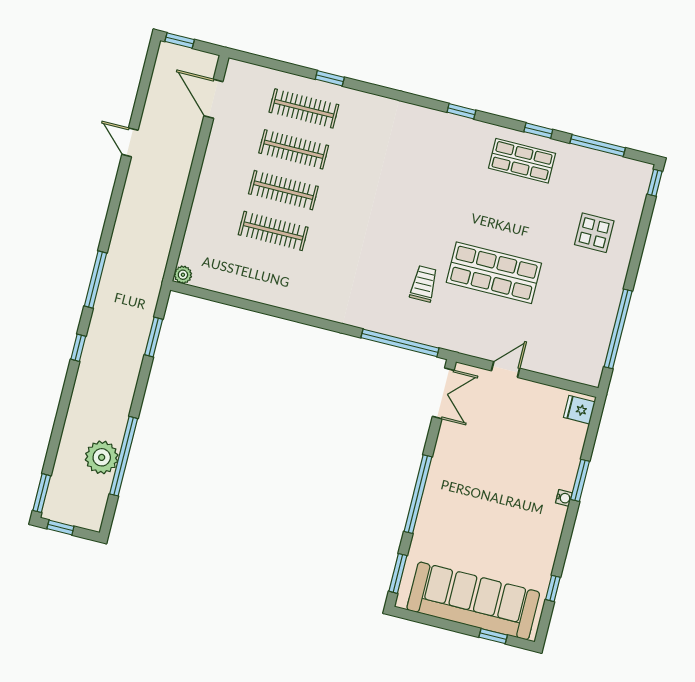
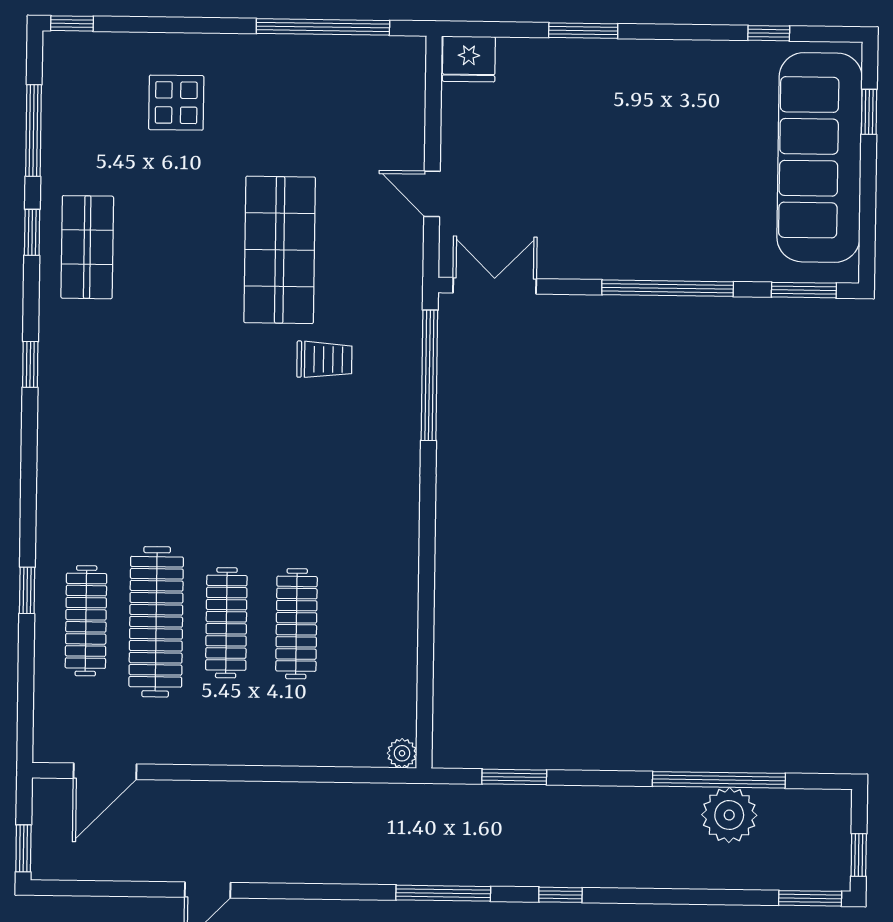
clothes rail: (294, 149) -> (156, 622), width x1.37, depth x1.31
trolley: (424, 284) -> (324, 359), turned 180
fridge: (579, 410) -> (469, 59), width x1.38
water cooler: (564, 498) -> (618, 50), removed

